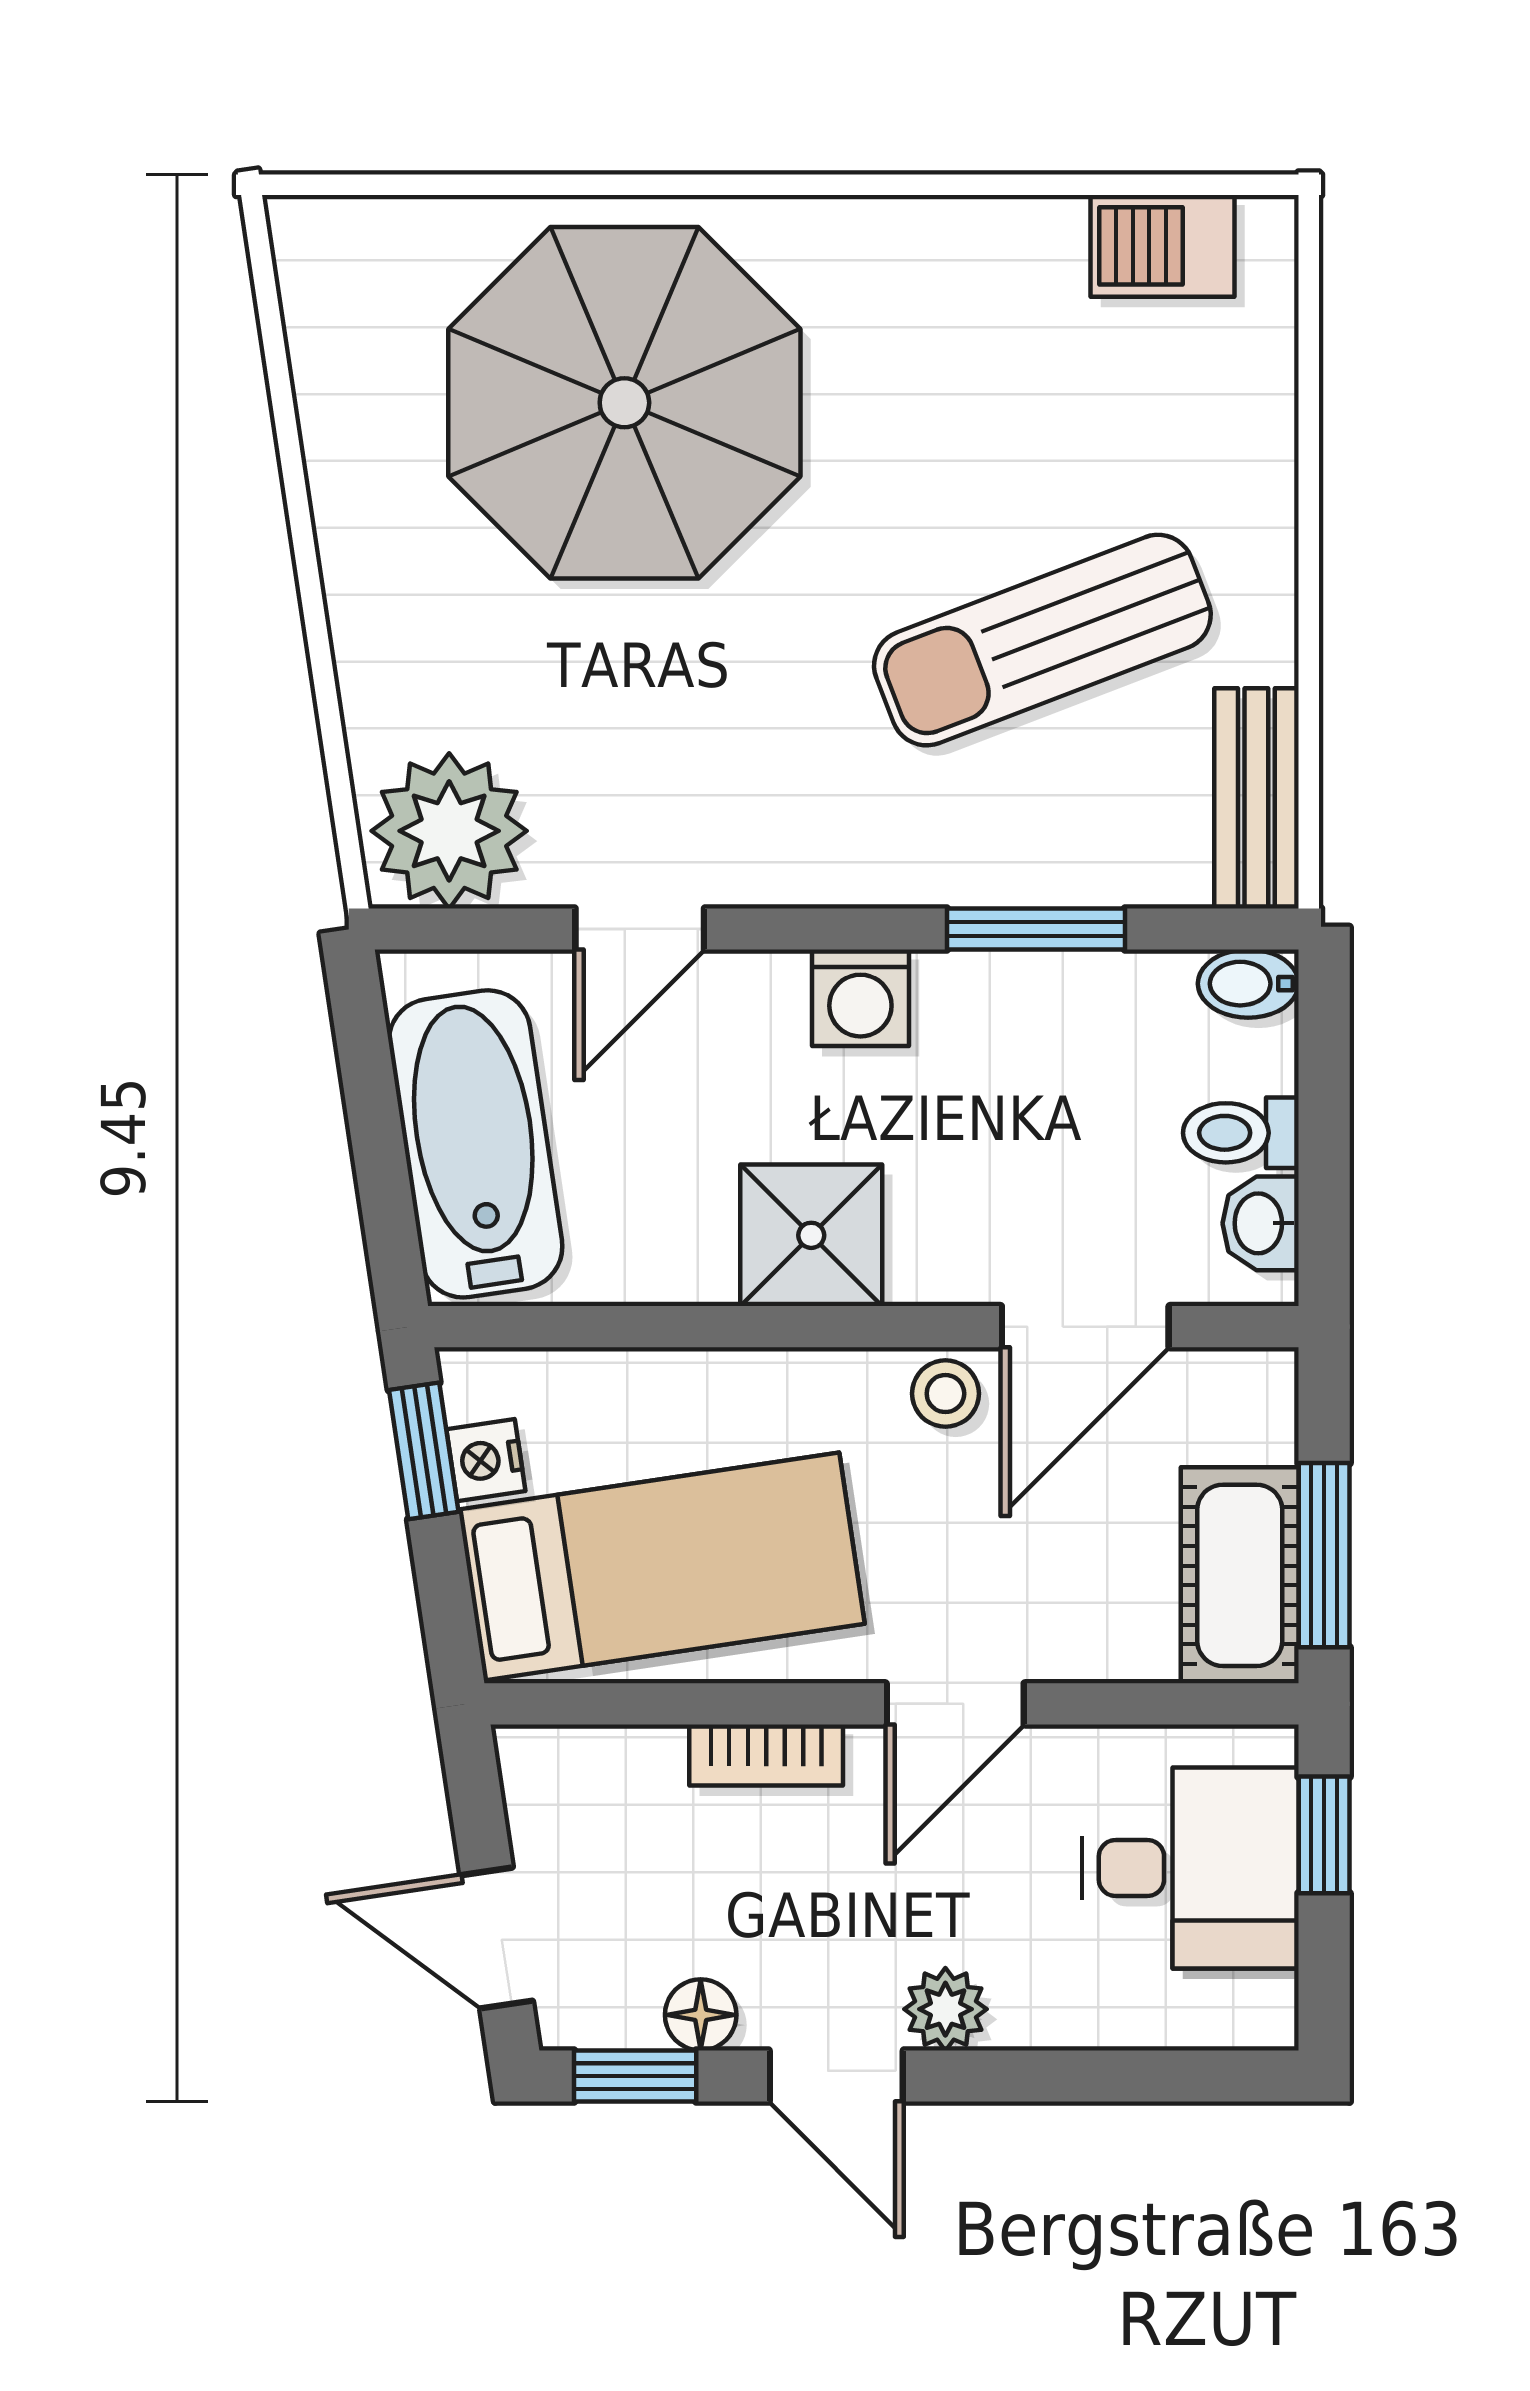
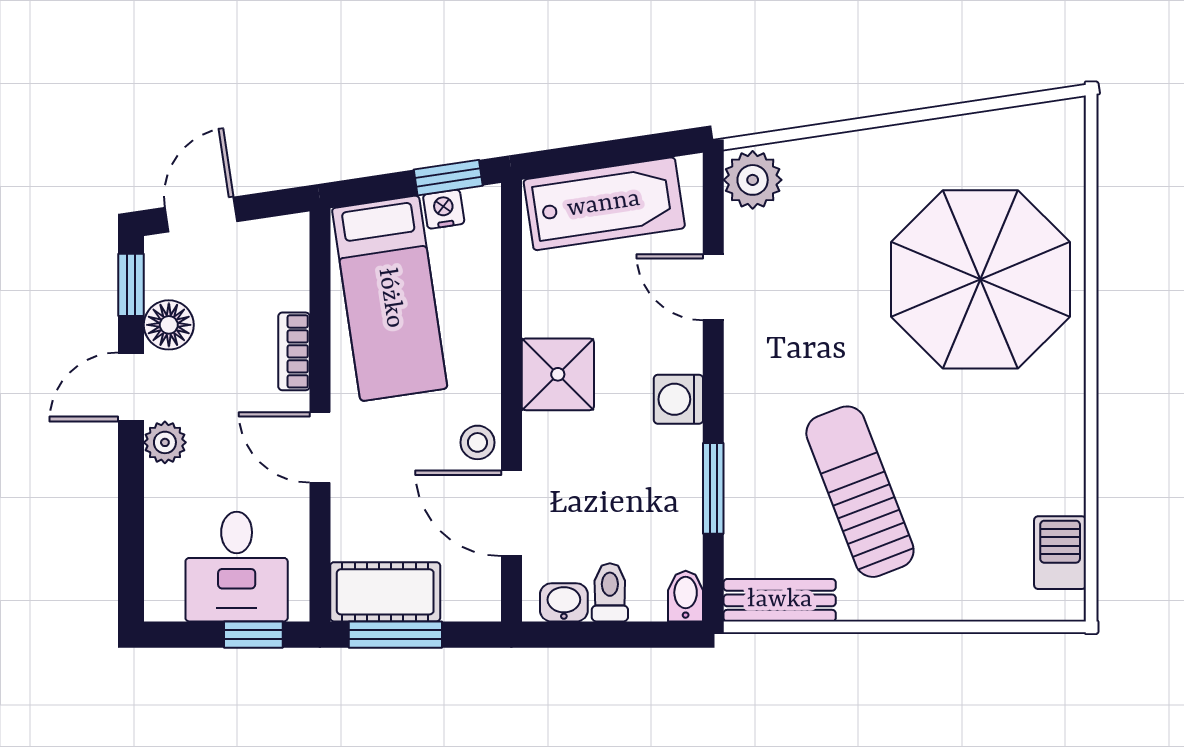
plant: (449, 831) -> (753, 180), width x0.73, depth x0.73
floor lamp: (701, 2015) -> (169, 325), width x1.37, depth x1.37

